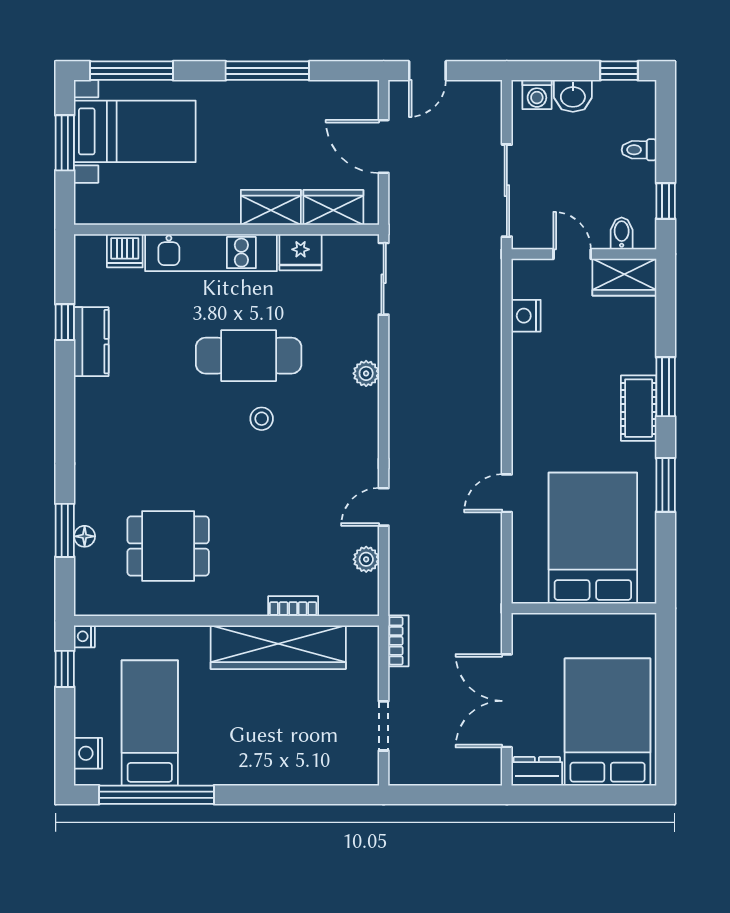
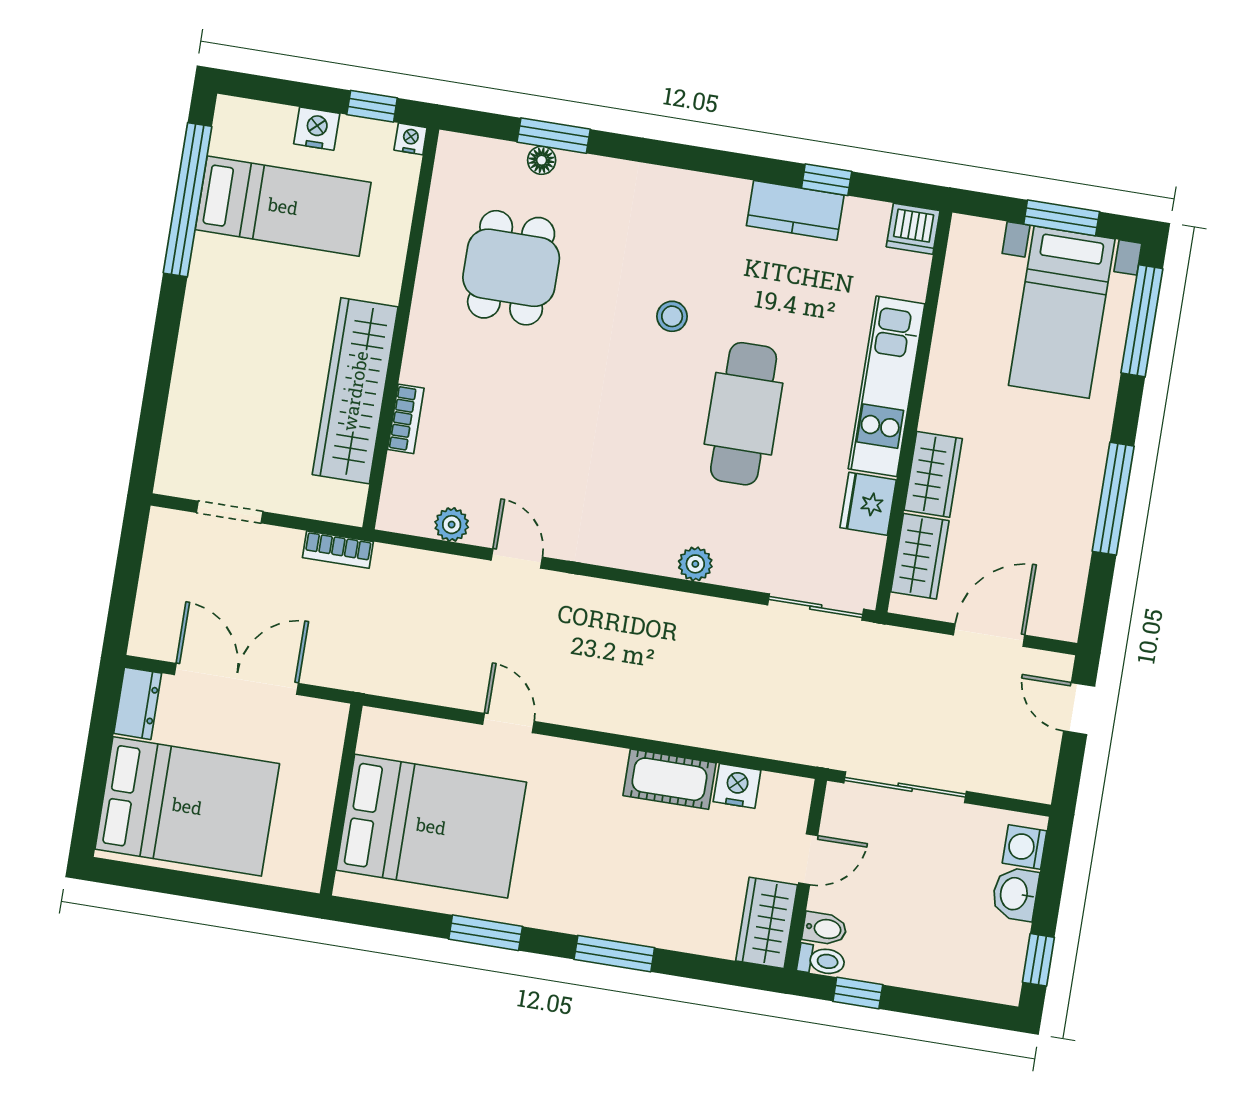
toilet: (639, 150) -> (821, 960), moved, turned 90
dishwasher: (125, 251) -> (913, 229), moved, turned -90
cot: (639, 408) -> (670, 779), moved
stool: (262, 419) -> (672, 316), moved
nightstand: (88, 753) -> (317, 129), moved

